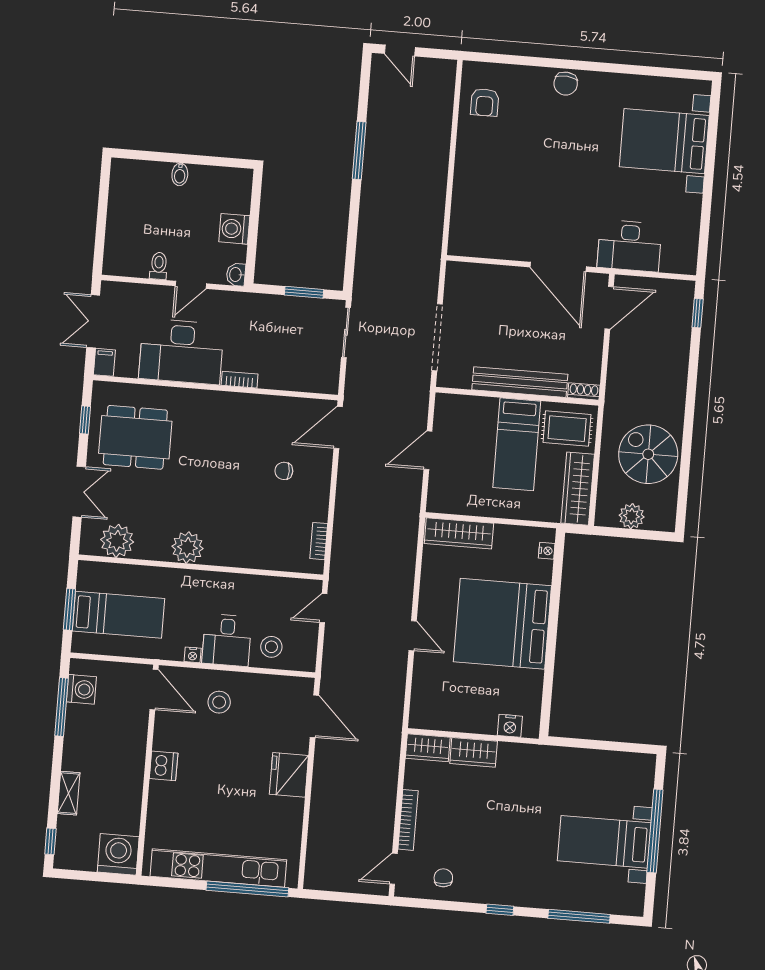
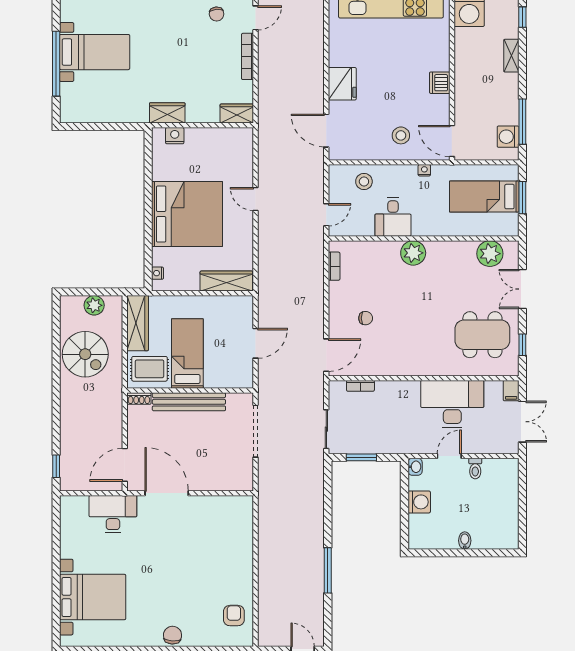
bookcase: (240, 380) -> (360, 386), moved
plant: (187, 547) -> (413, 253), moved
desk: (227, 640) -> (393, 217), moved, turned 180
wardrobe: (474, 752) -> (167, 113), moved

